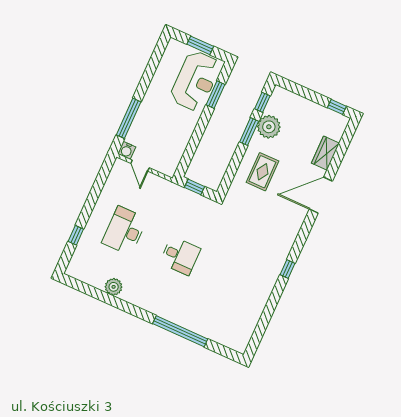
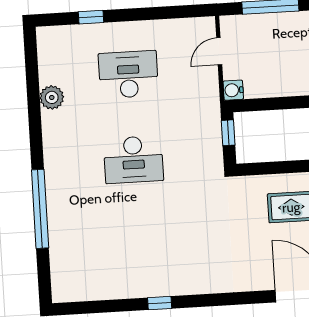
water cooler: (127, 150) -> (233, 90), moved
desk: (180, 256) -> (133, 160), width x1.37
window: (288, 269) -> (160, 303), moved

